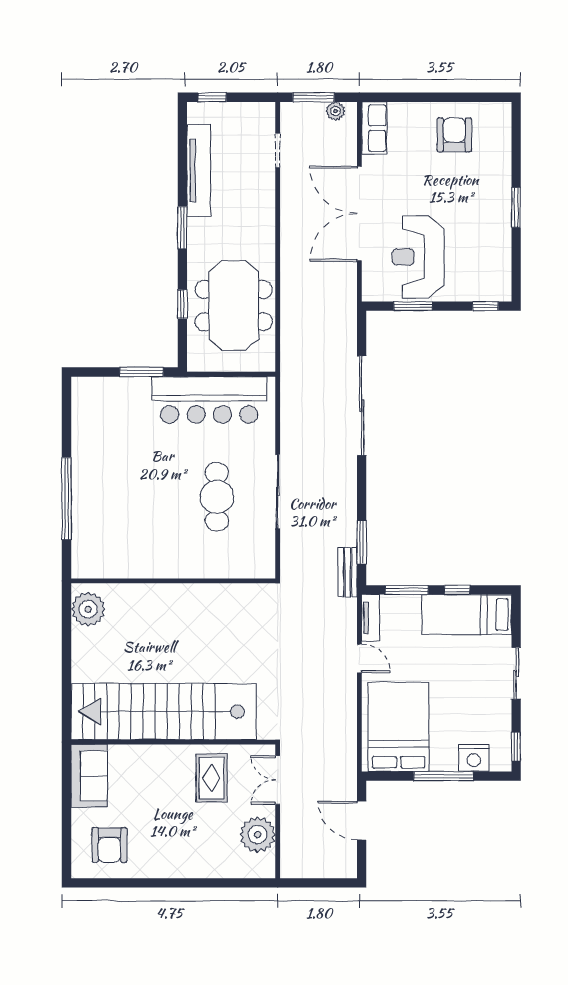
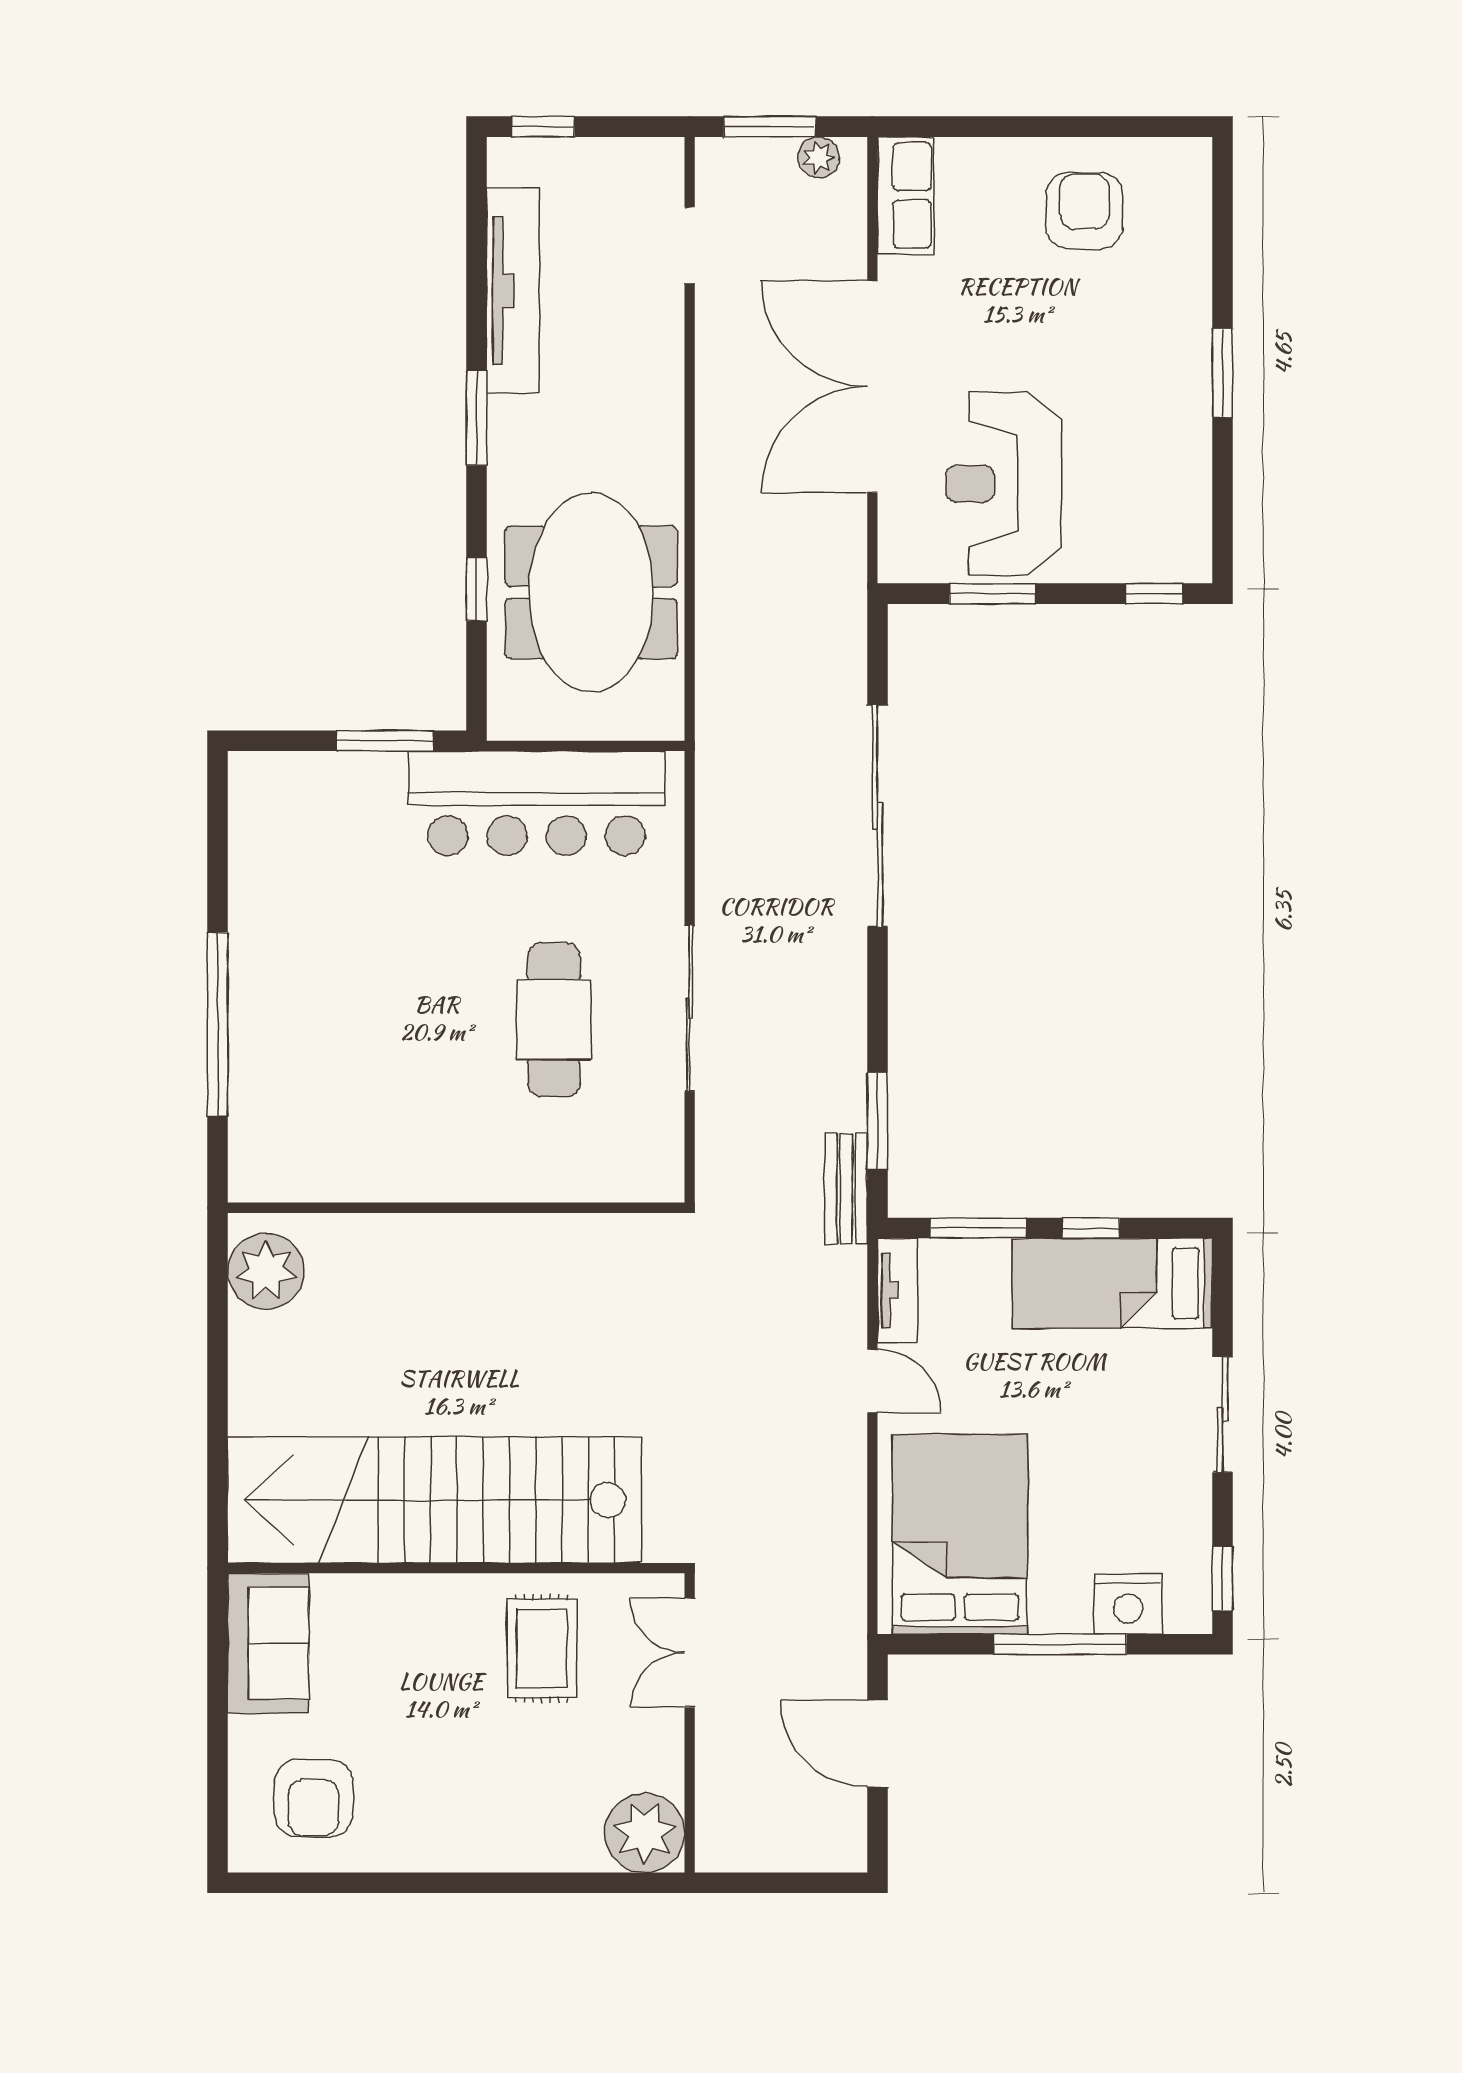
plant: (258, 835) -> (645, 1833), moved

